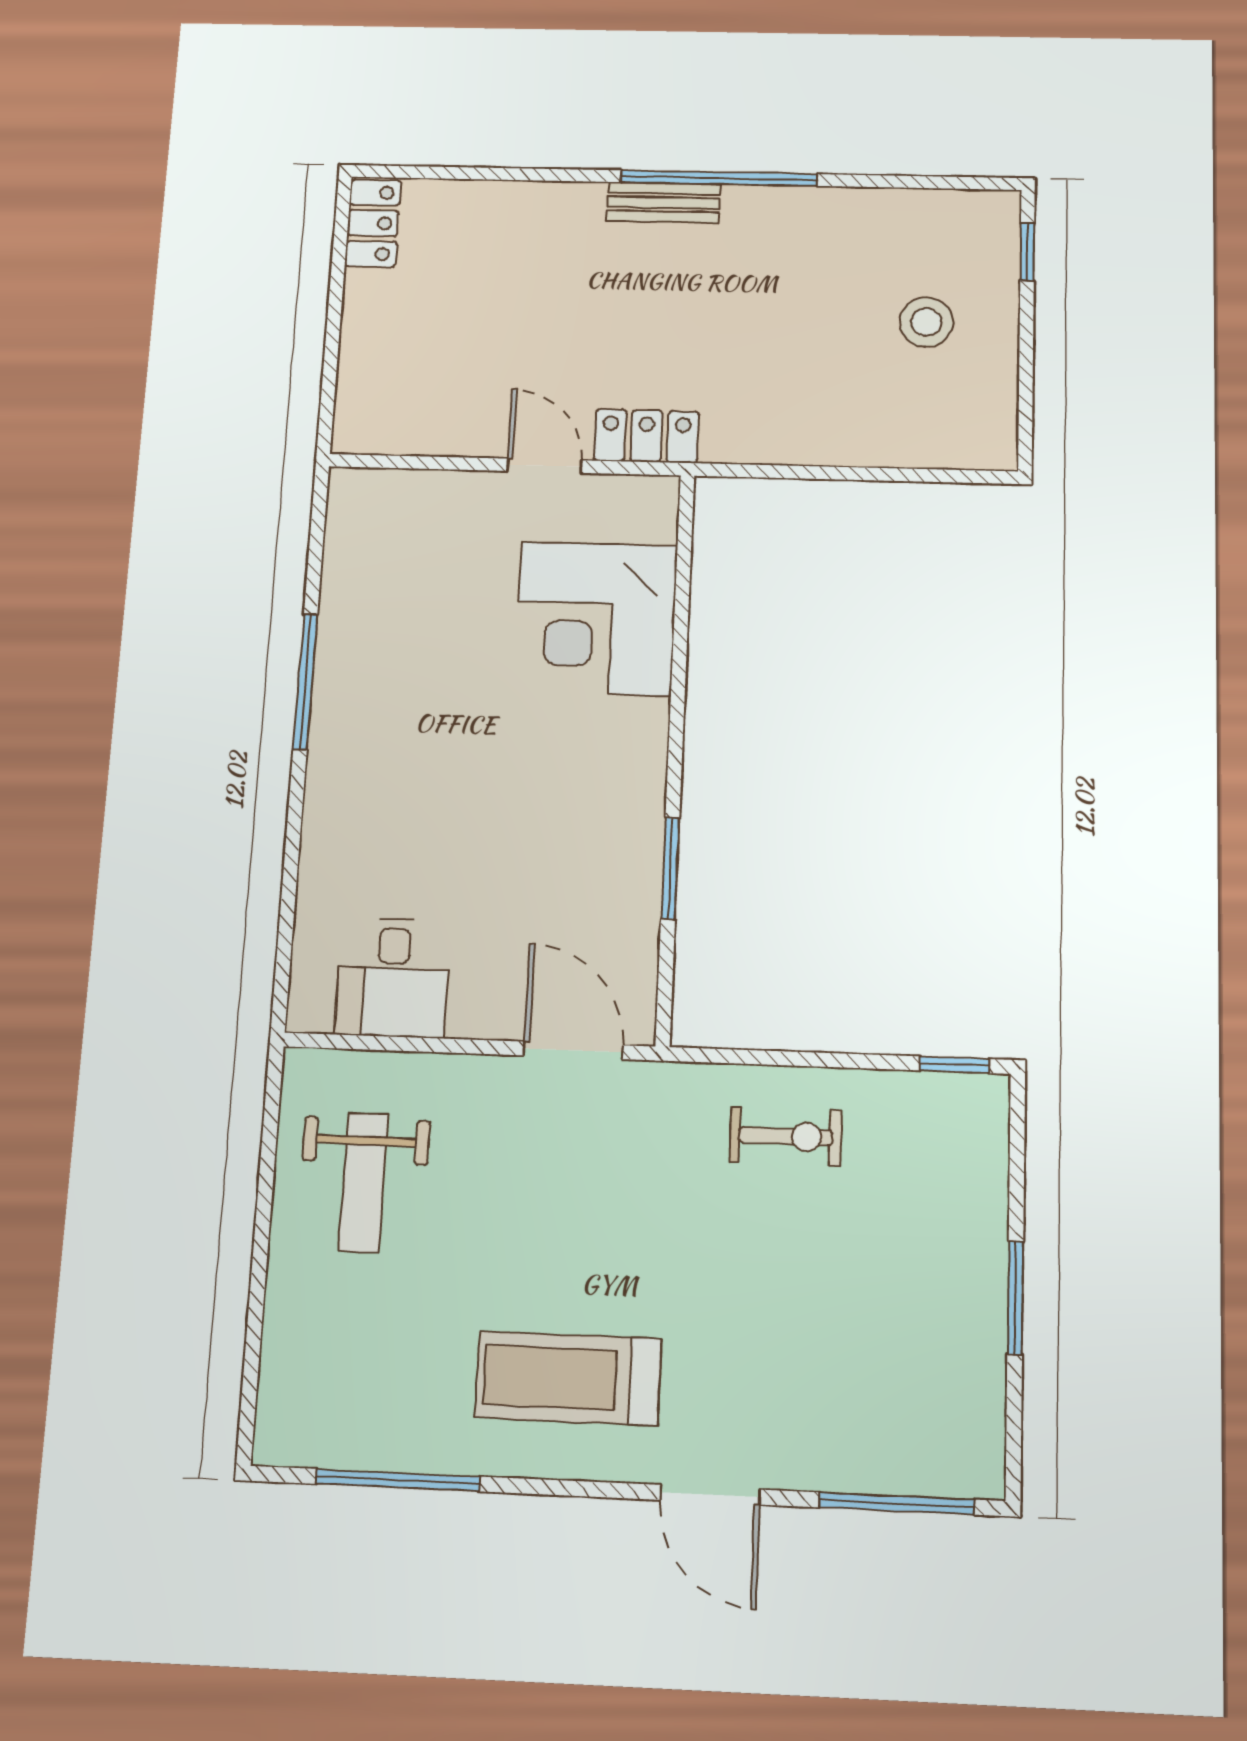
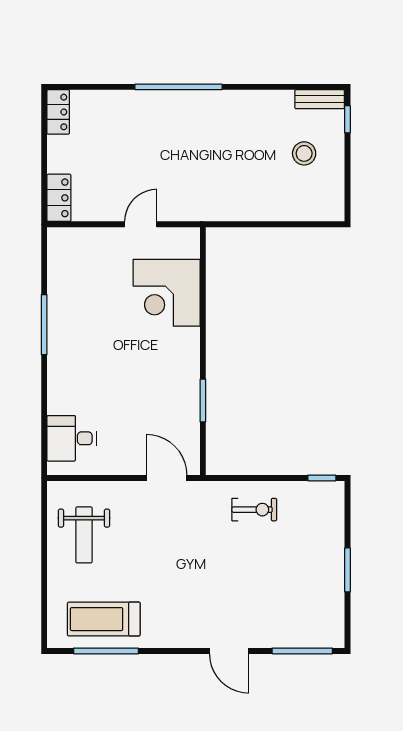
window: (719, 178) -> (178, 87), moved
bench: (664, 203) -> (320, 99), moved
locker: (646, 436) -> (59, 198), moved, turned 90
door: (544, 466) -> (141, 224), hinge flipped
desk: (393, 978) -> (71, 438), moved, turned 90
treadmill: (568, 1378) -> (104, 619), moved

